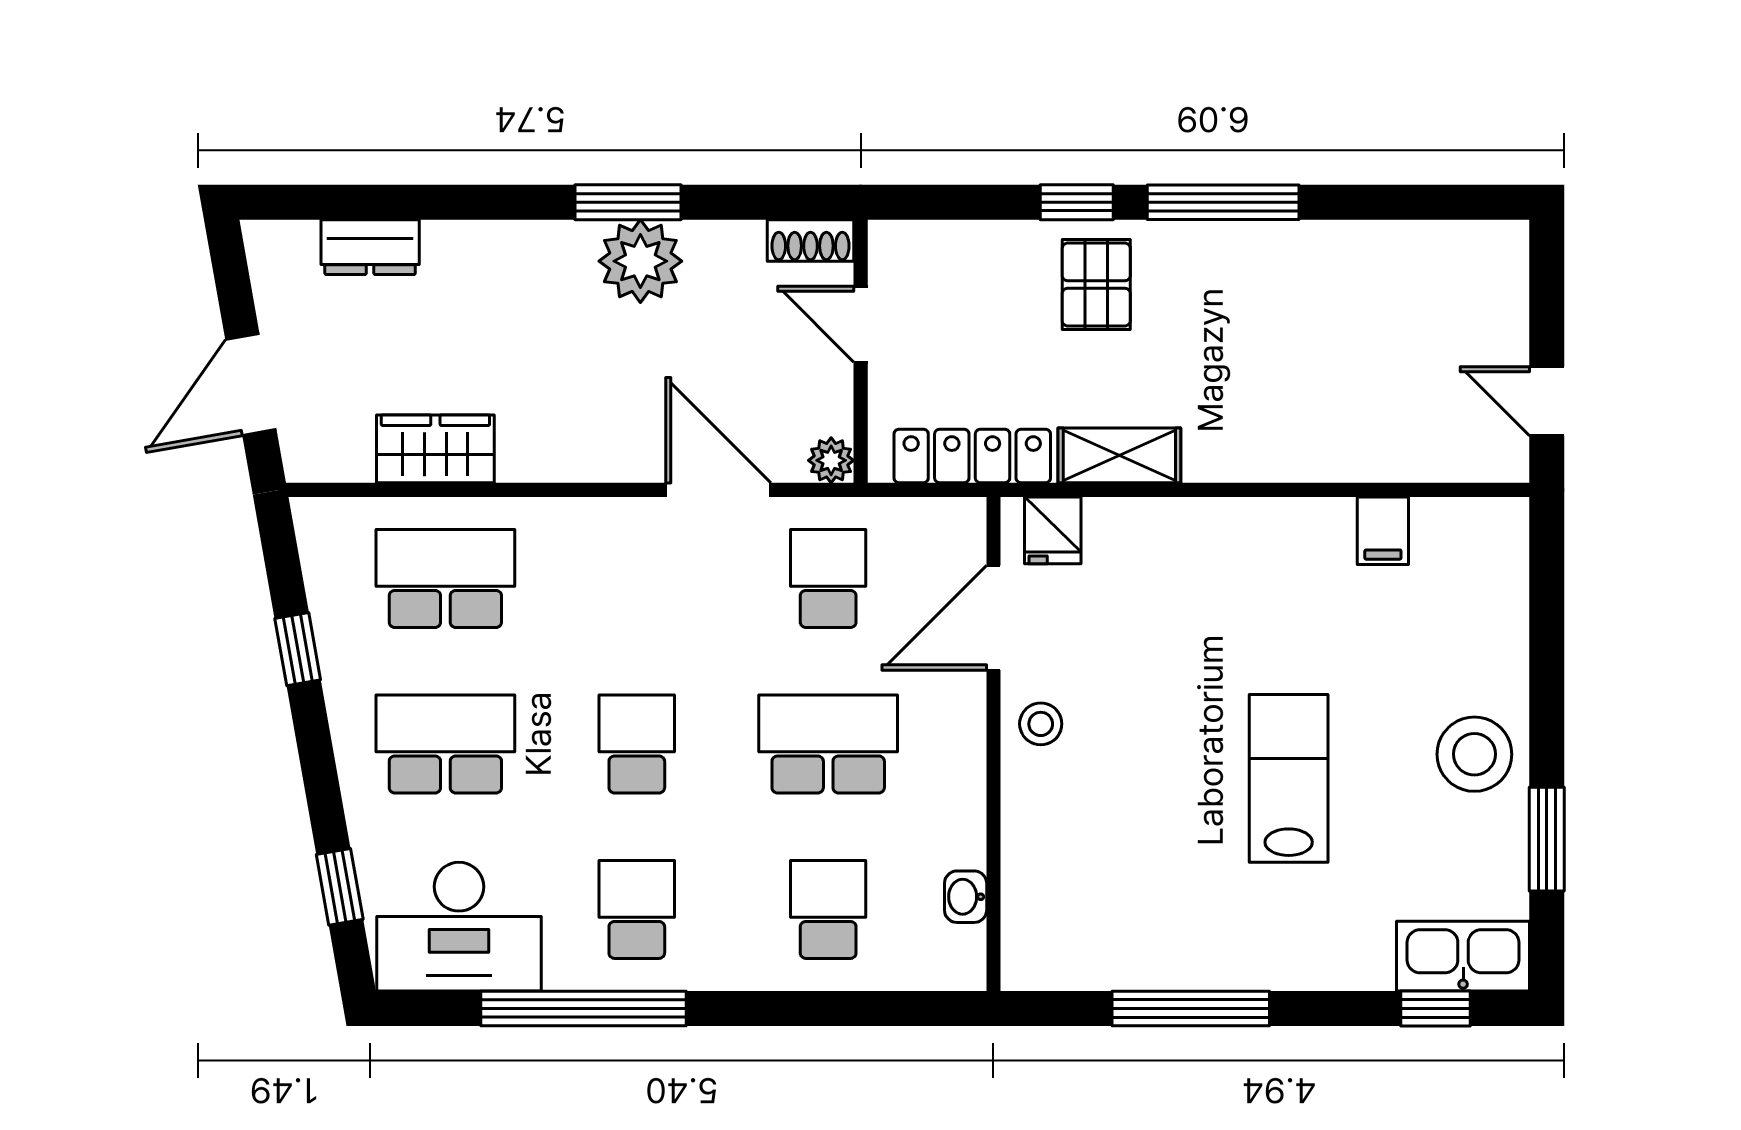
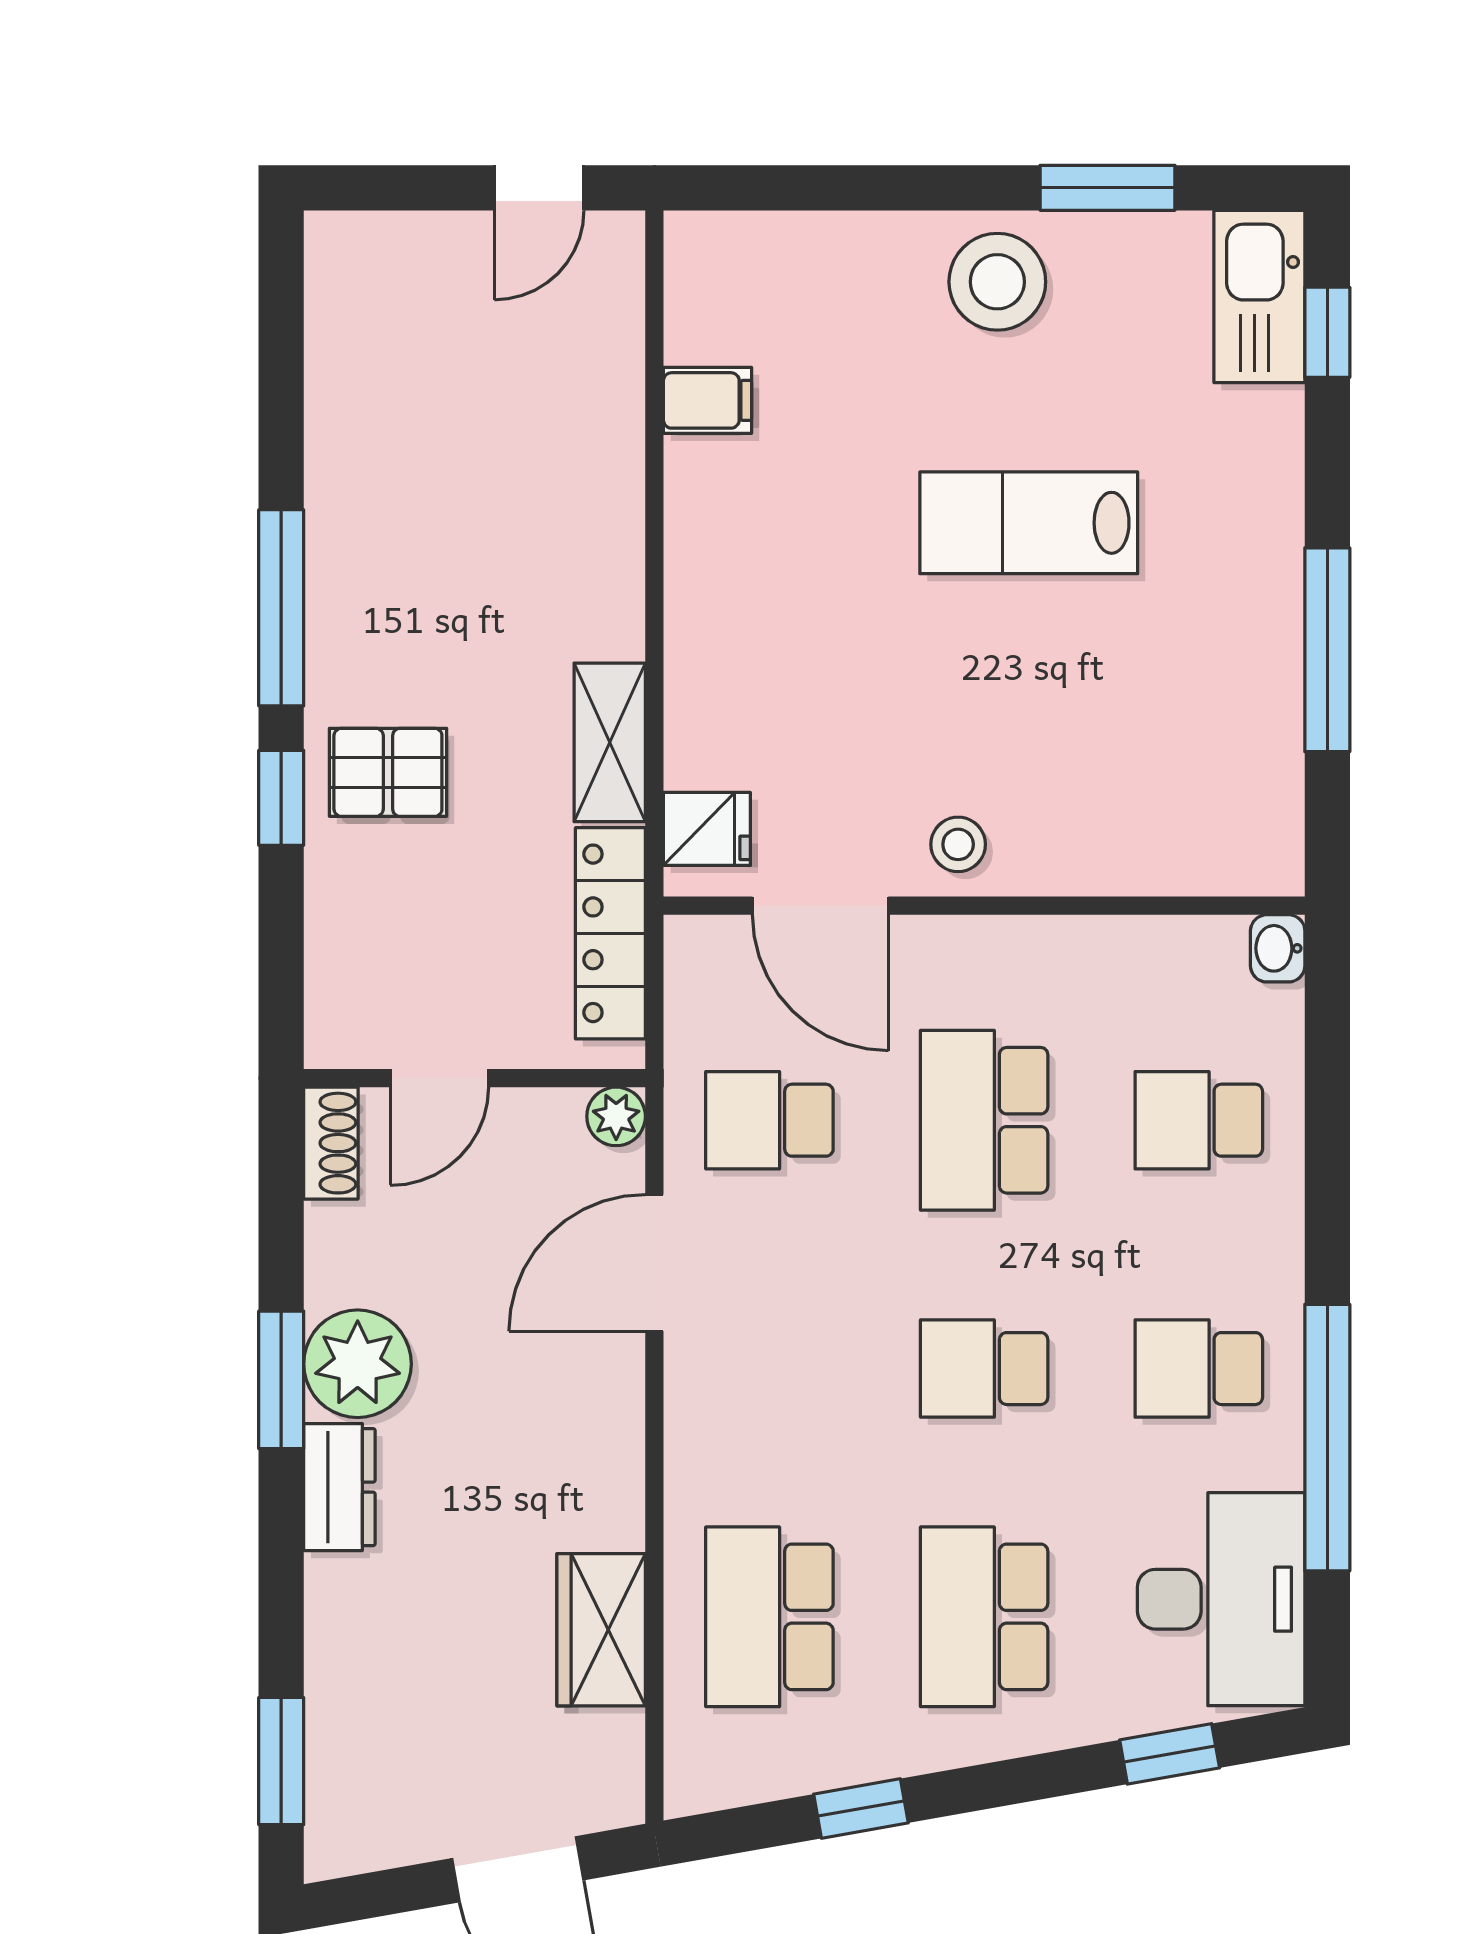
window: (334, 202) -> (281, 1761), added
dresser: (370, 247) -> (339, 1487), moved
washbasin: (966, 897) -> (1278, 948), moved, turned 90

